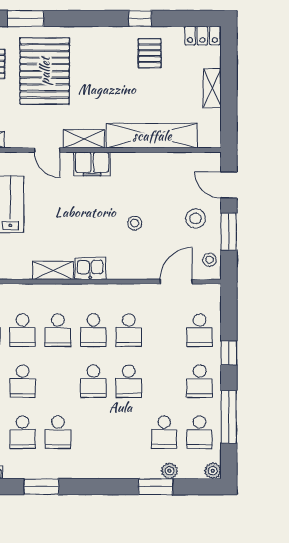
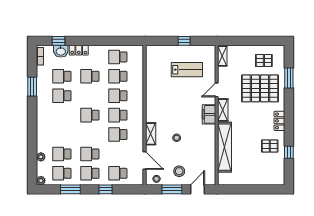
window: (140, 18) -> (289, 152), moved
locker: (202, 36) -> (279, 121), moved
shelving: (212, 88) -> (251, 180), removed
kitchen sink: (90, 269) -> (152, 113), removed
shelving: (53, 270) -> (151, 134), moved
school desk: (129, 381) -> (90, 154), moved
window: (229, 417) -> (70, 189), width x0.69
window: (156, 487) -> (32, 149), removed

